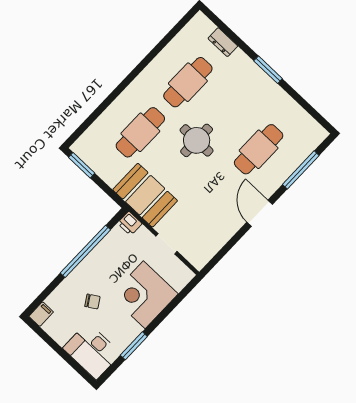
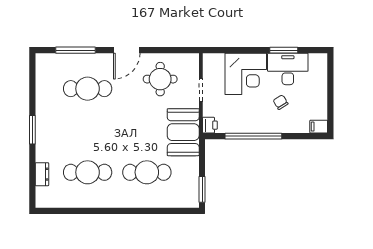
round table: (197, 140) -> (160, 79), moved
desk: (92, 351) -> (288, 69), moved, turned -90

